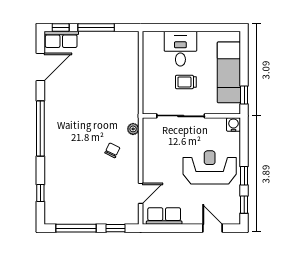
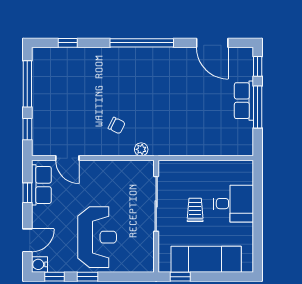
row of seats: (61, 39) -> (244, 101), moved
water cooler: (233, 125) -> (39, 264), moved, turned 180
window: (171, 228) -> (27, 193), added

